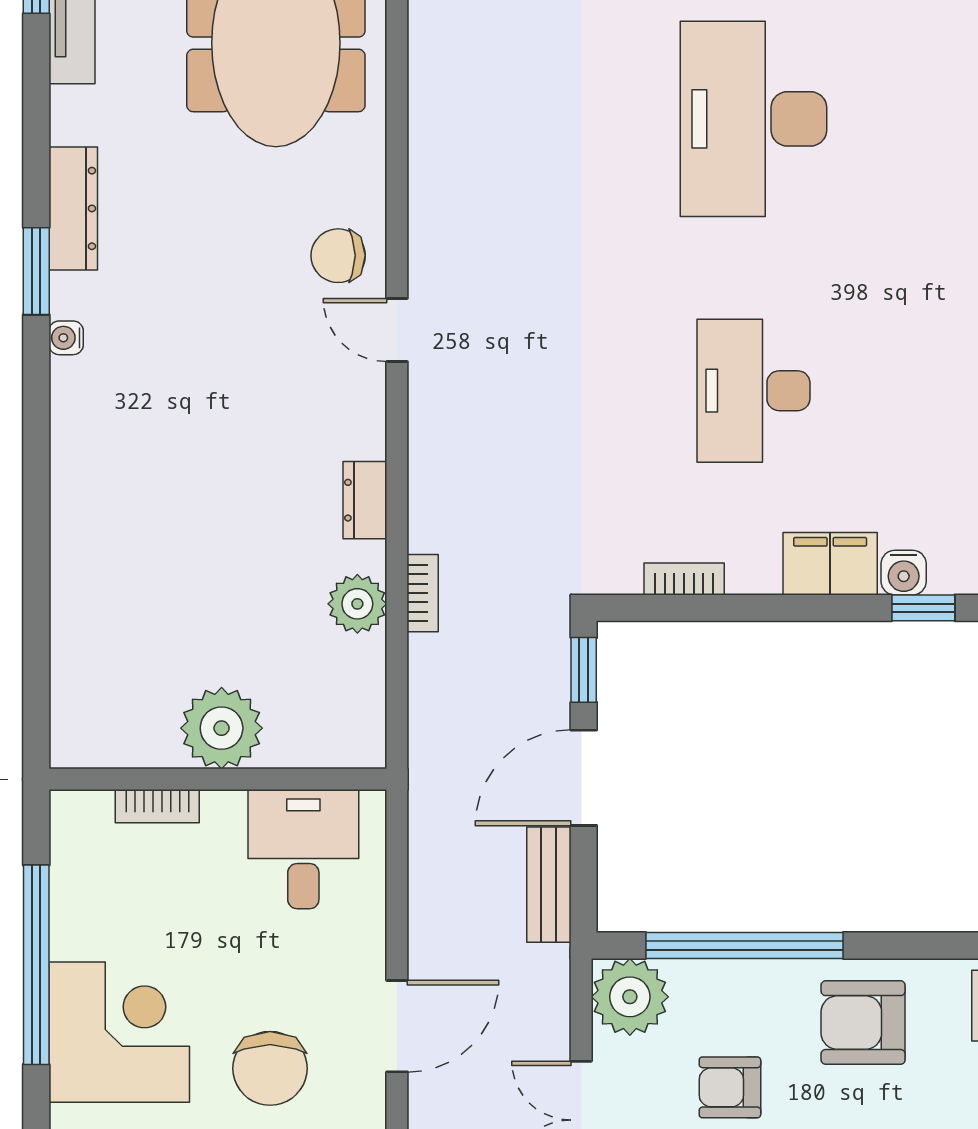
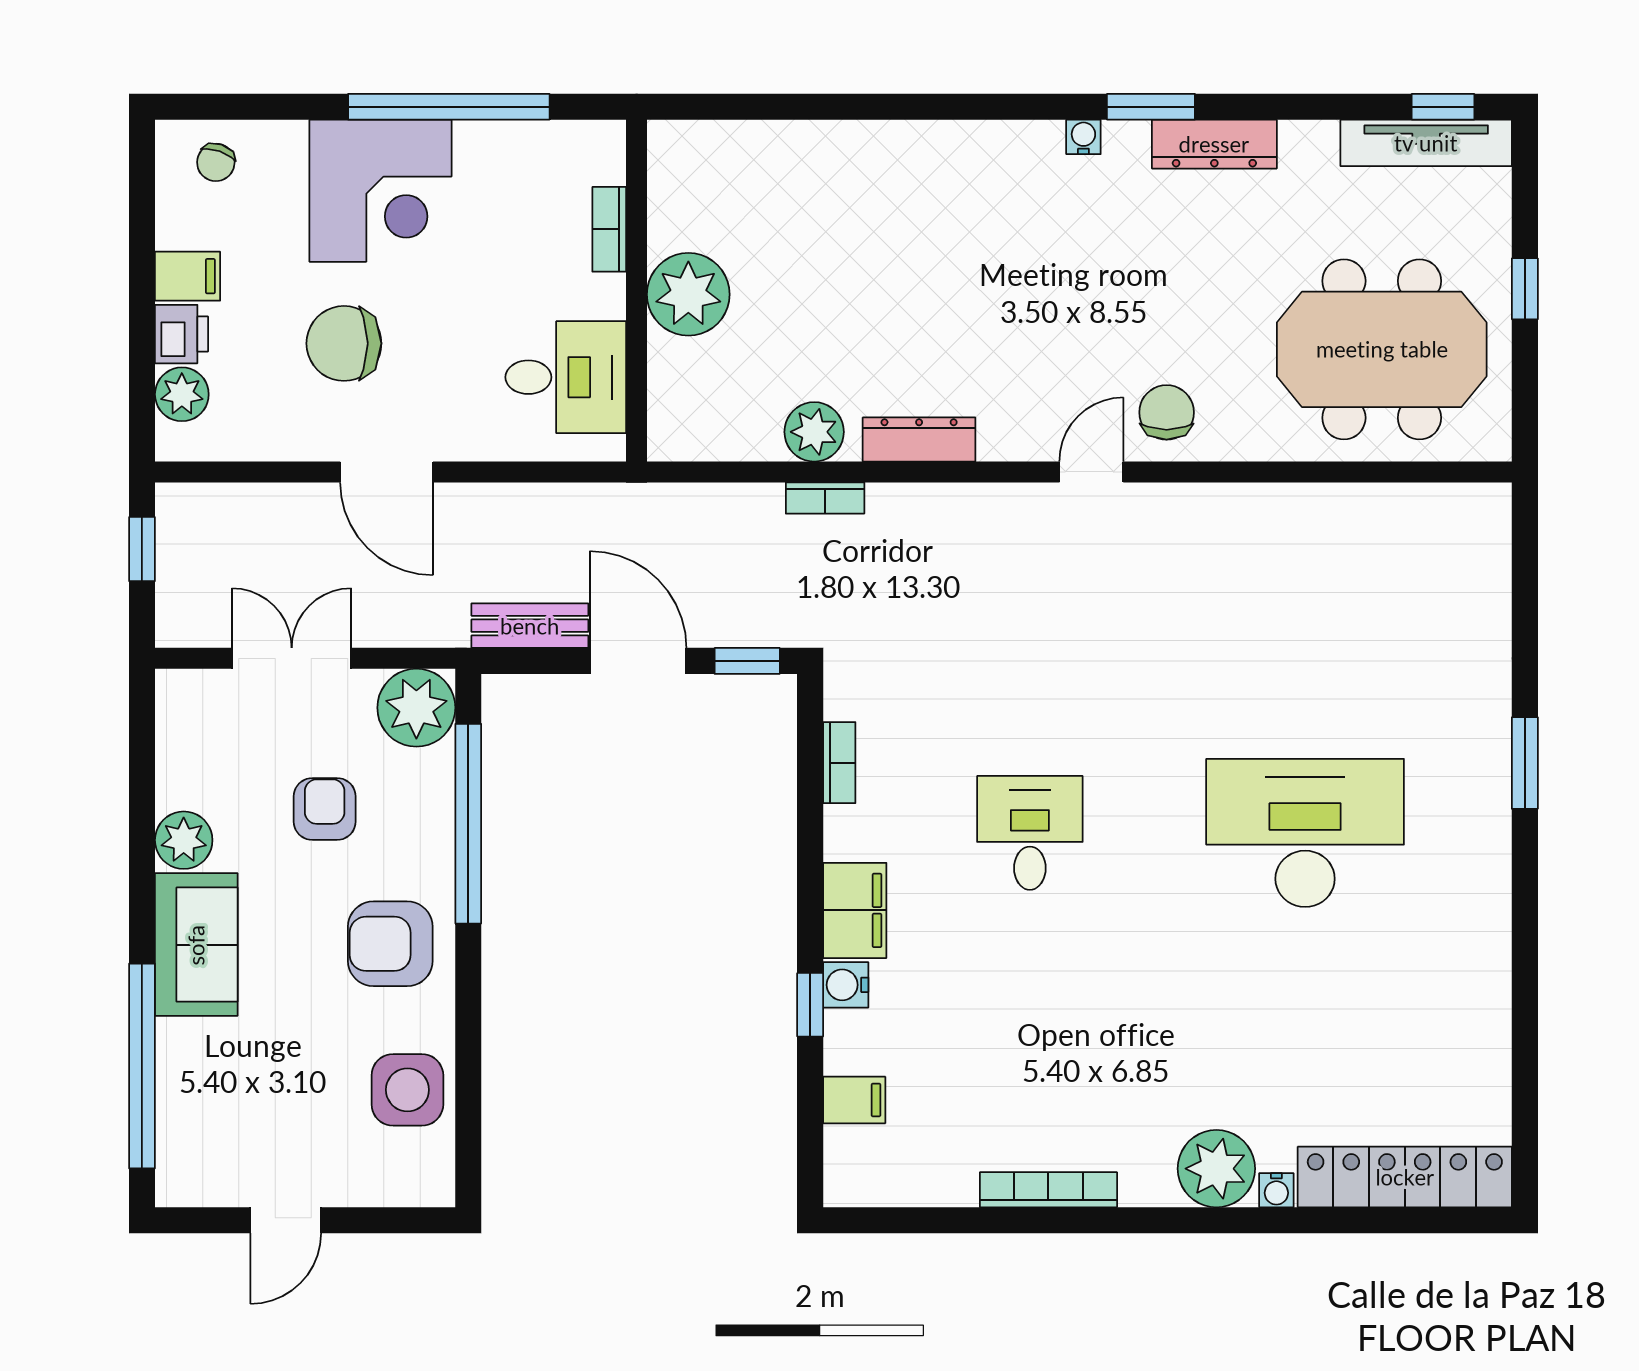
desk: (753, 391) -> (1030, 833), width x0.73
dresser: (365, 500) -> (919, 439), width x1.44
armchair: (863, 1023) -> (390, 944), turned -90

